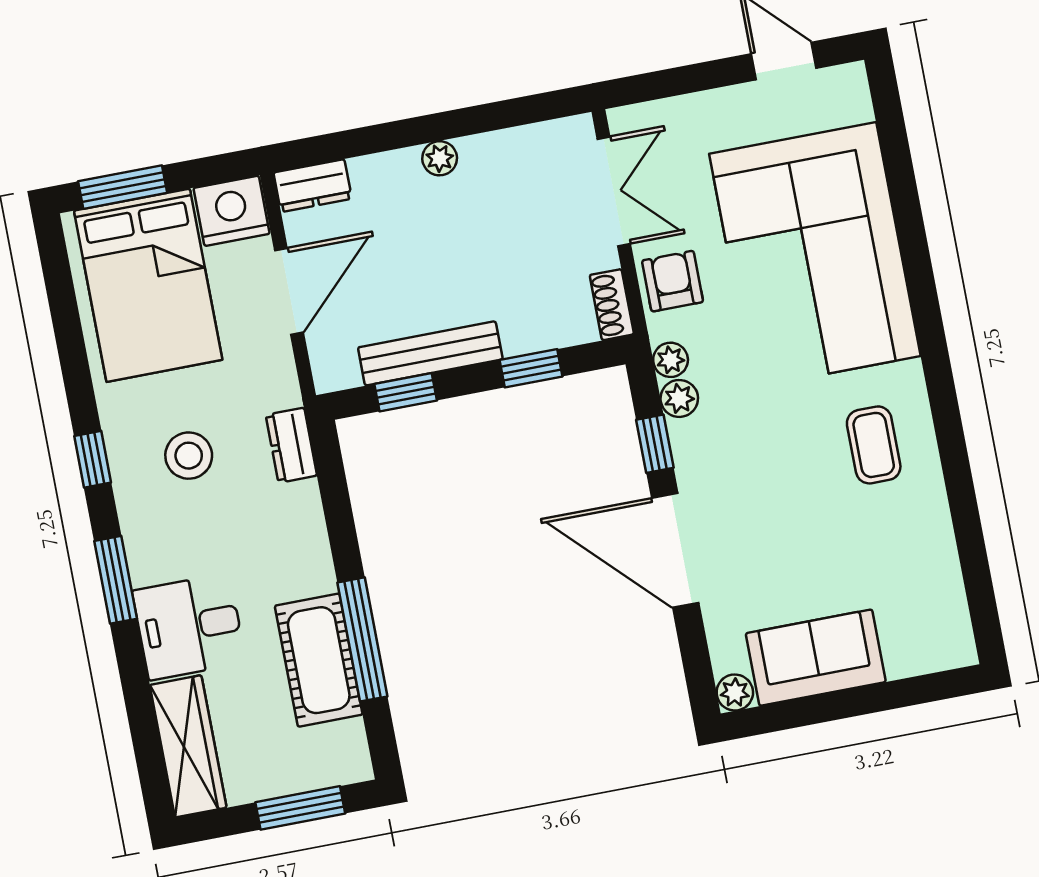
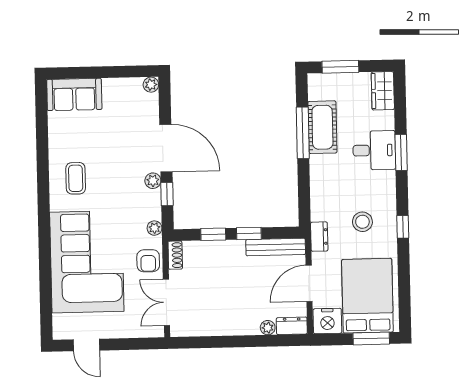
plant: (440, 158) -> (268, 328), moved
bench: (430, 353) -> (276, 247), moved
window: (406, 392) -> (249, 233), moved
plant: (679, 398) -> (153, 181), moved
dresser: (291, 445) -> (319, 237), moved
window: (116, 580) -> (401, 152), moved
sofa: (816, 658) -> (74, 94), moved
wardrobe: (188, 746) -> (383, 91), width x0.67

